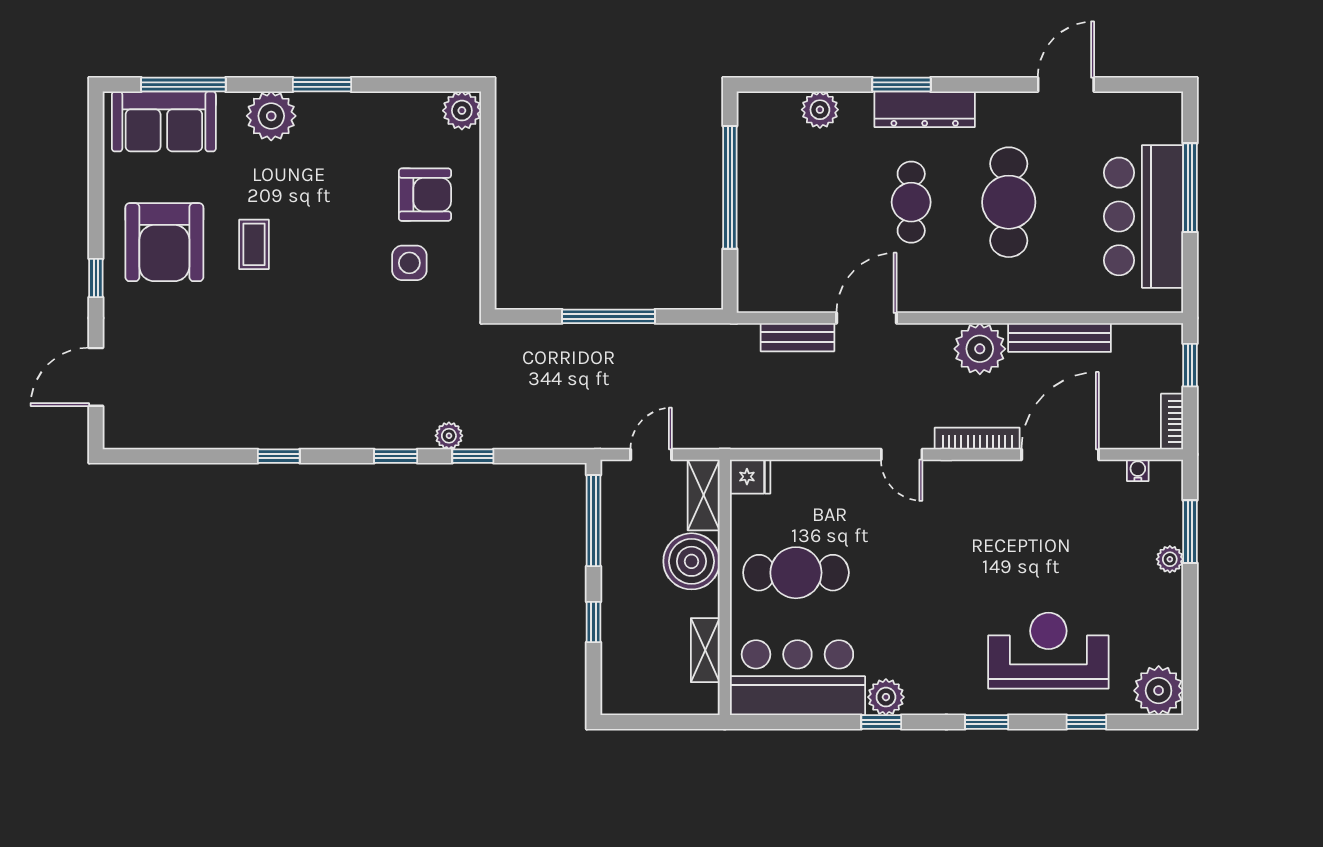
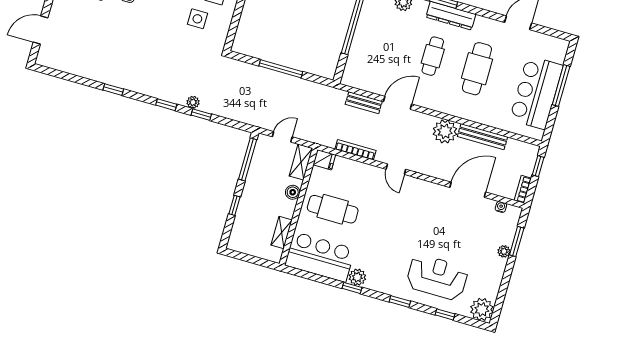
bookcase: (977, 438) -> (355, 150), moved
boiler: (692, 561) -> (293, 192), width x0.54, depth x0.54

